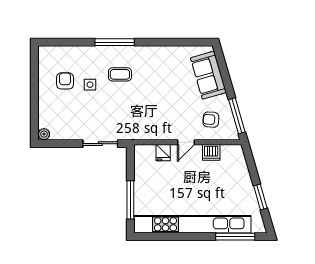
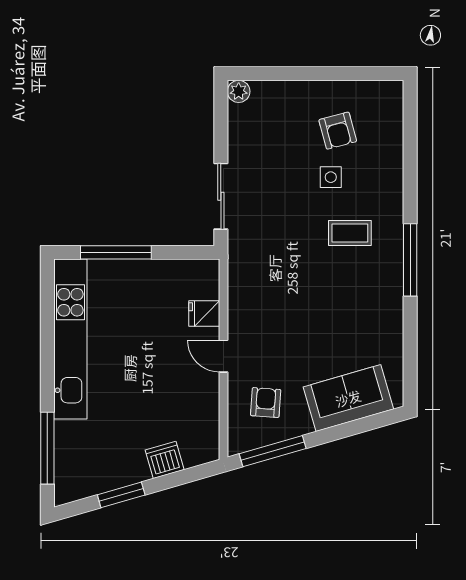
window: (115, 42) -> (410, 260), moved
coffee table: (120, 74) -> (350, 233), turned 90
armchair: (65, 81) -> (338, 131), turned 75
dishwasher: (211, 152) -> (165, 460), moved, turned 74
kitchen unit: (192, 224) -> (70, 339), width x0.73

